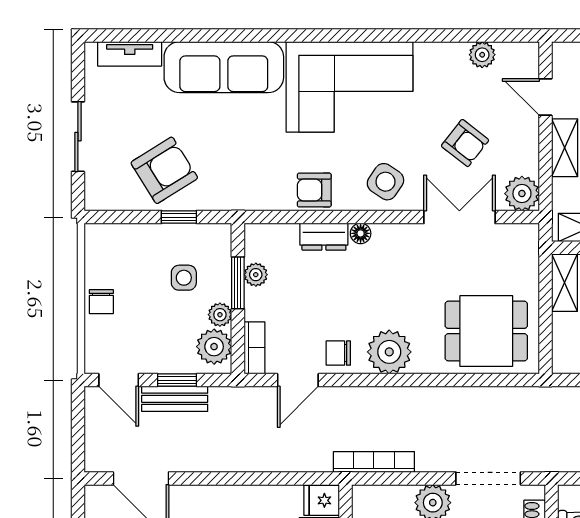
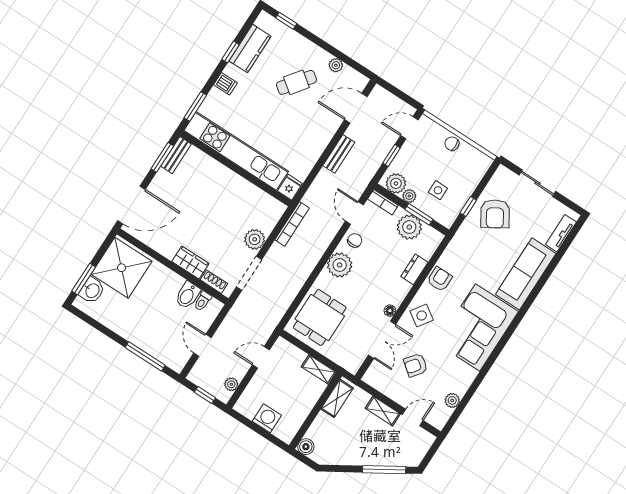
plant: (522, 194) -> (374, 377), removed
floor lamp: (361, 233) -> (390, 311), moved
plant: (256, 275) -> (409, 227), width x1.87, depth x1.87
bench: (175, 399) -> (339, 154), moved

